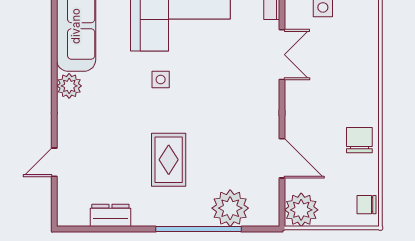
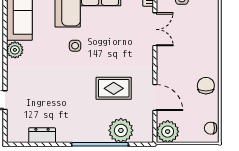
rug: (169, 160) -> (114, 88), moved, turned 90

